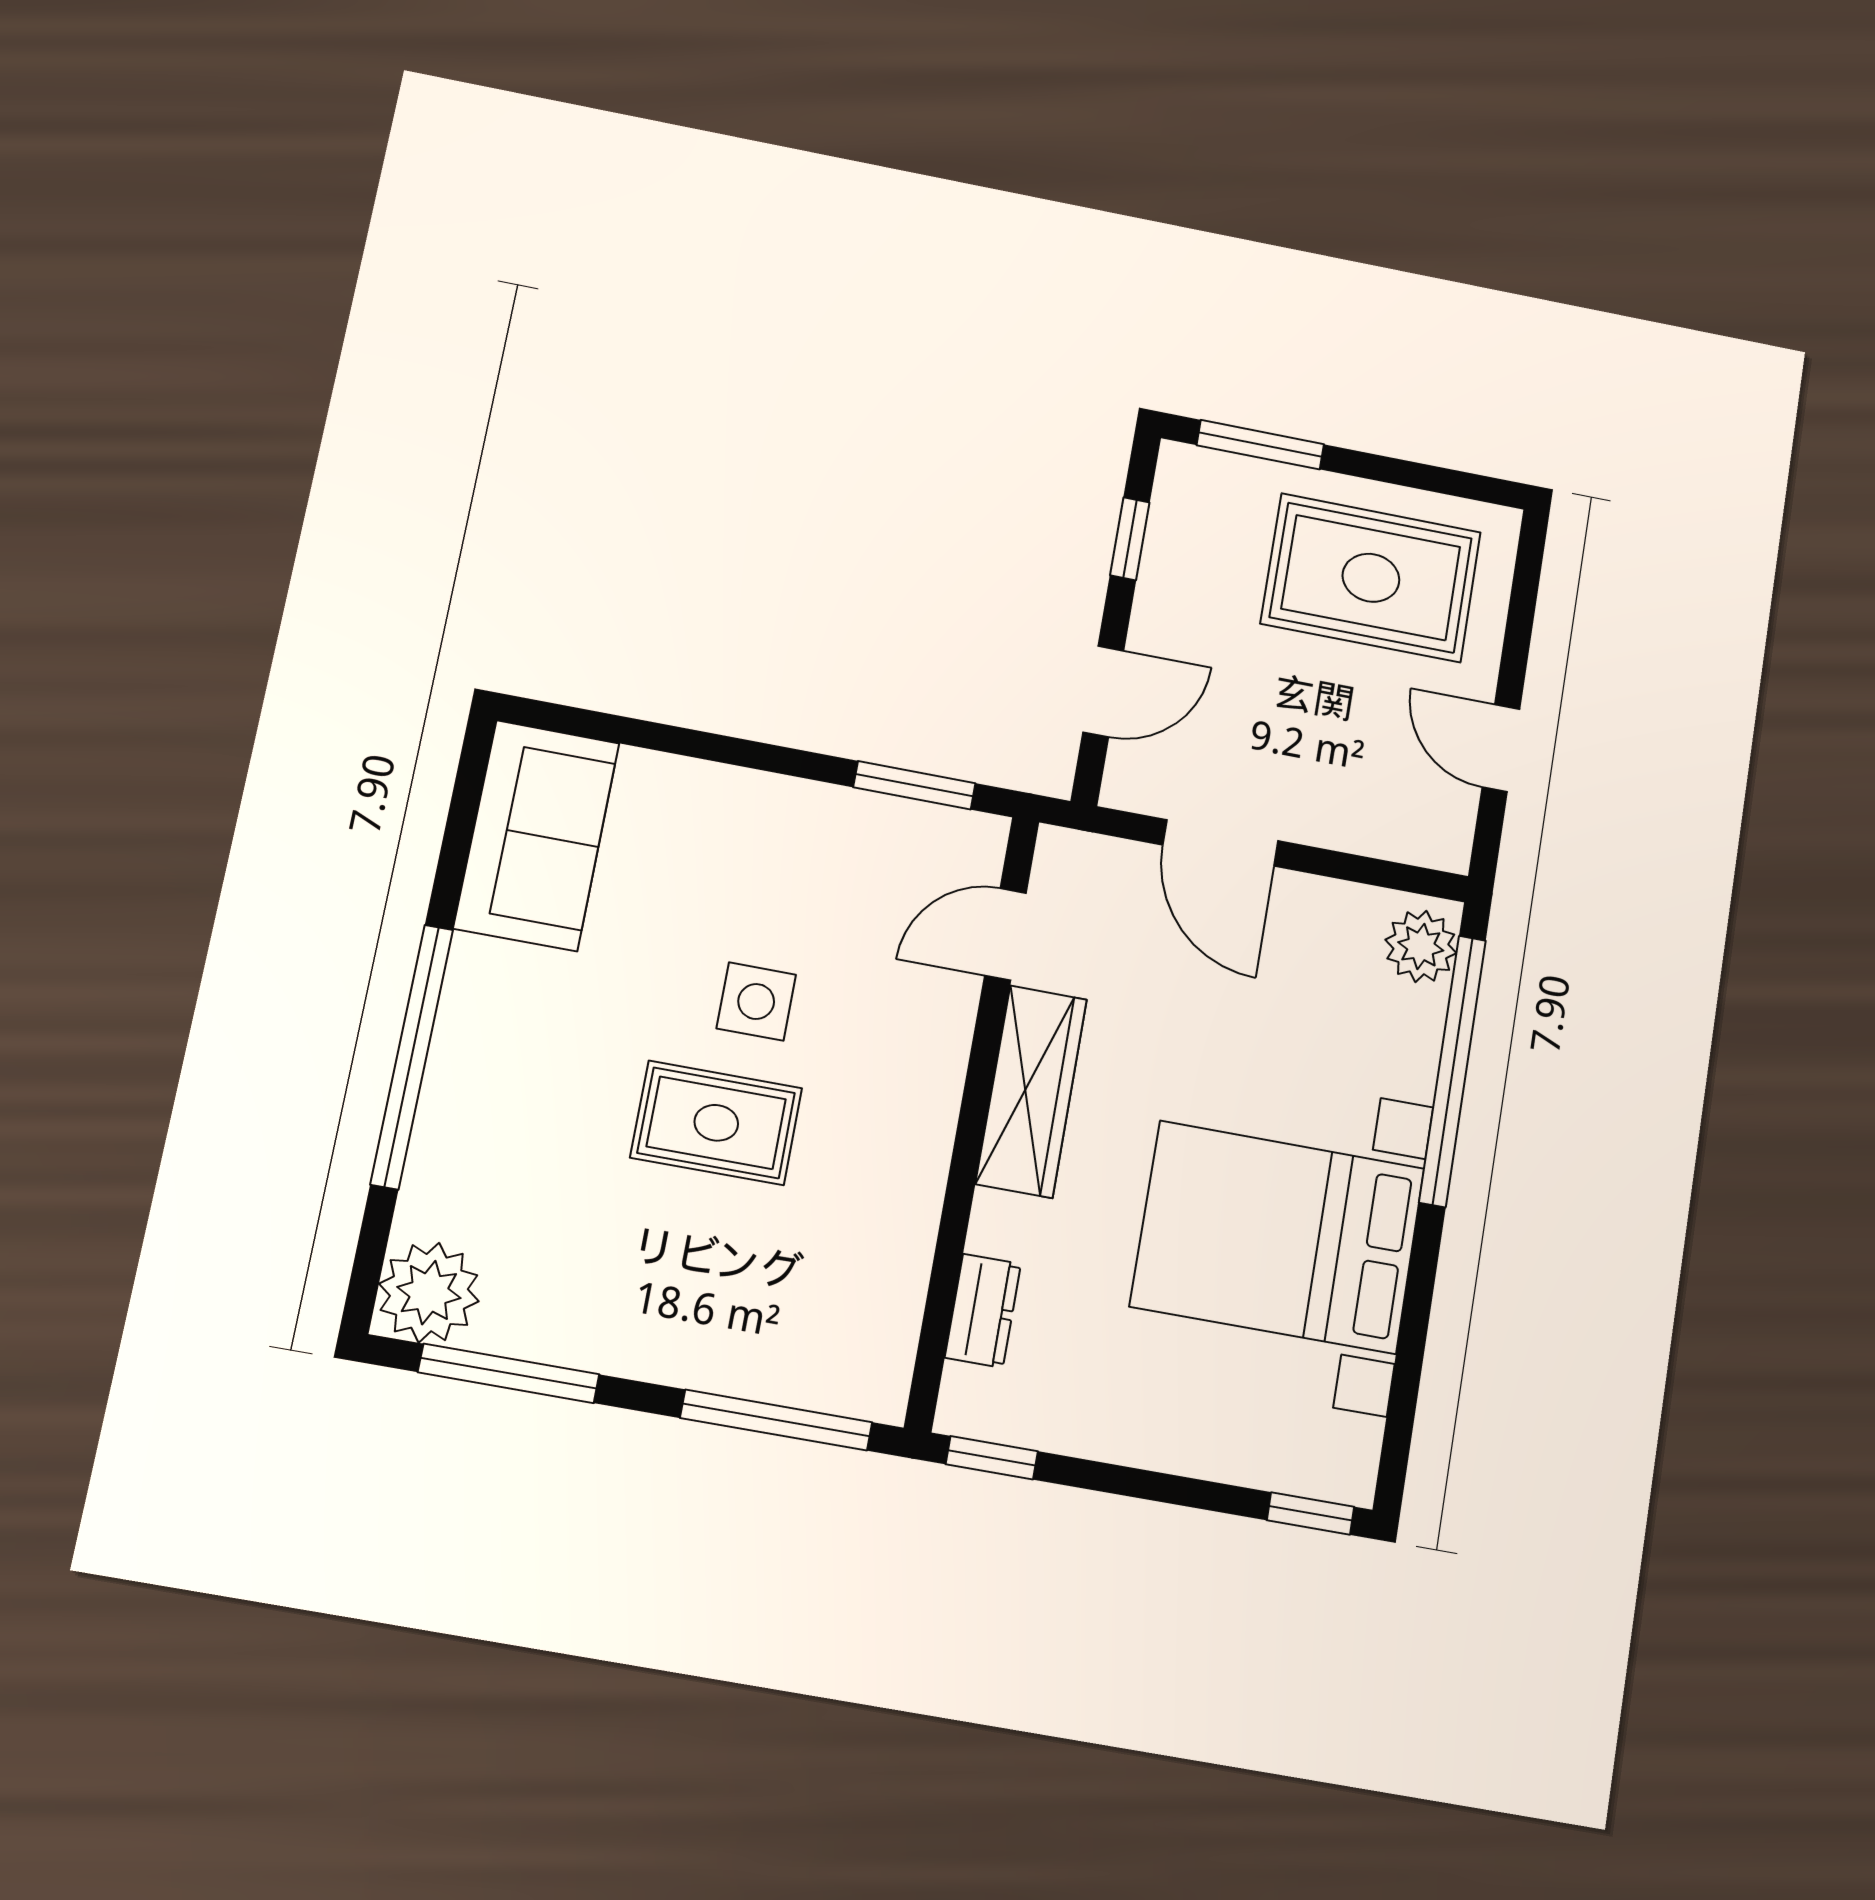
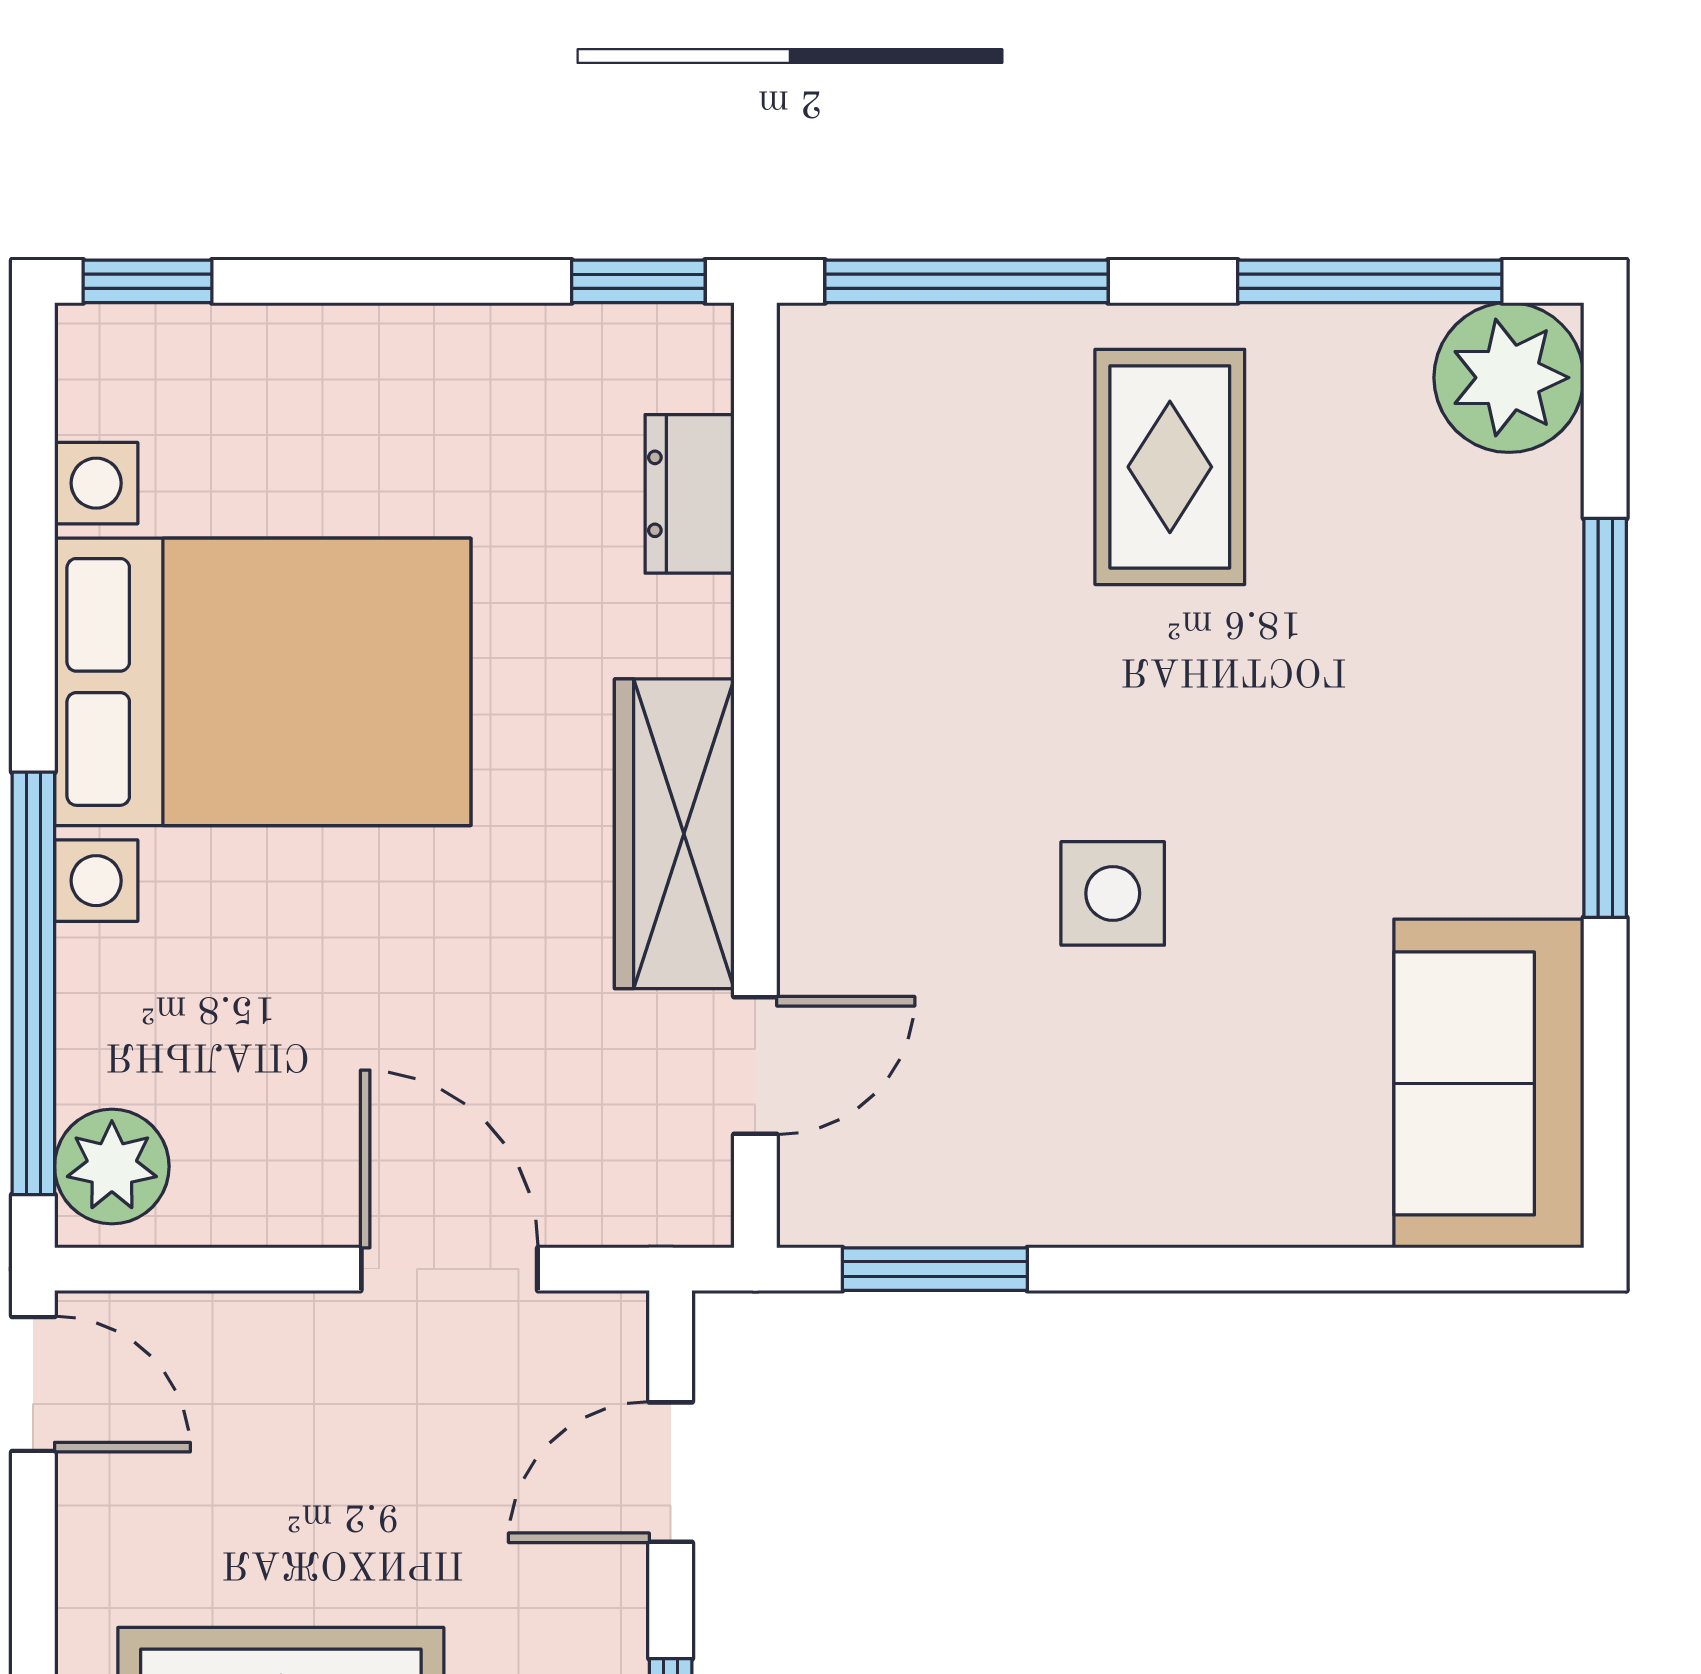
door: (1501, 748) -> (33, 1384), moved
rug: (716, 1123) -> (1170, 467), moved, turned 90

